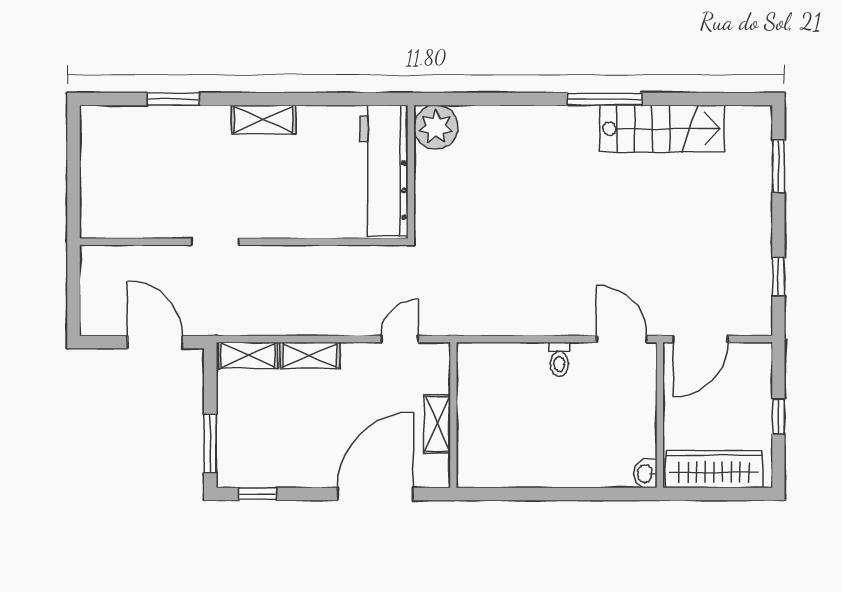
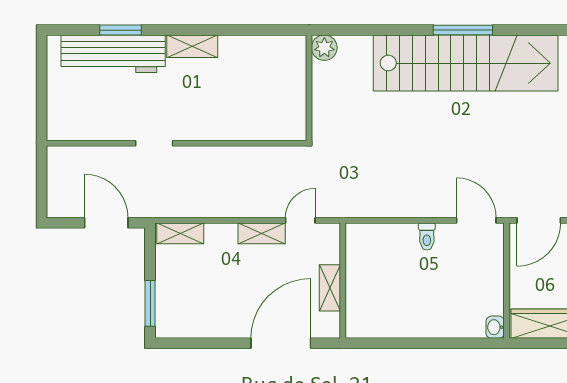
plant: (436, 127) -> (324, 48), width x0.73, depth x0.73
stairs: (662, 129) -> (466, 63), width x1.86, depth x1.51
workbench: (384, 171) -> (113, 54), moved, turned -90
shelving: (310, 355) -> (262, 233), moved
window: (258, 494) -> (188, 343), removed

